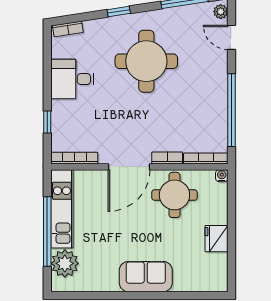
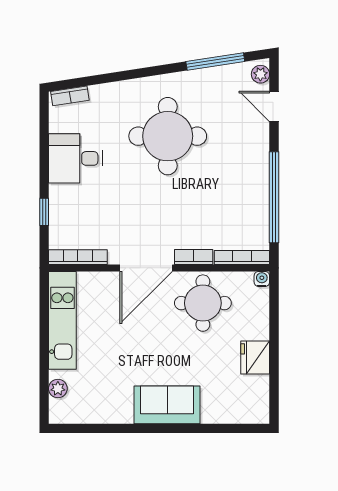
window: (119, 12) -> (133, 74), removed
window: (47, 232) -> (44, 349), removed
plant: (65, 263) -> (58, 388), width x0.53, depth x0.53

